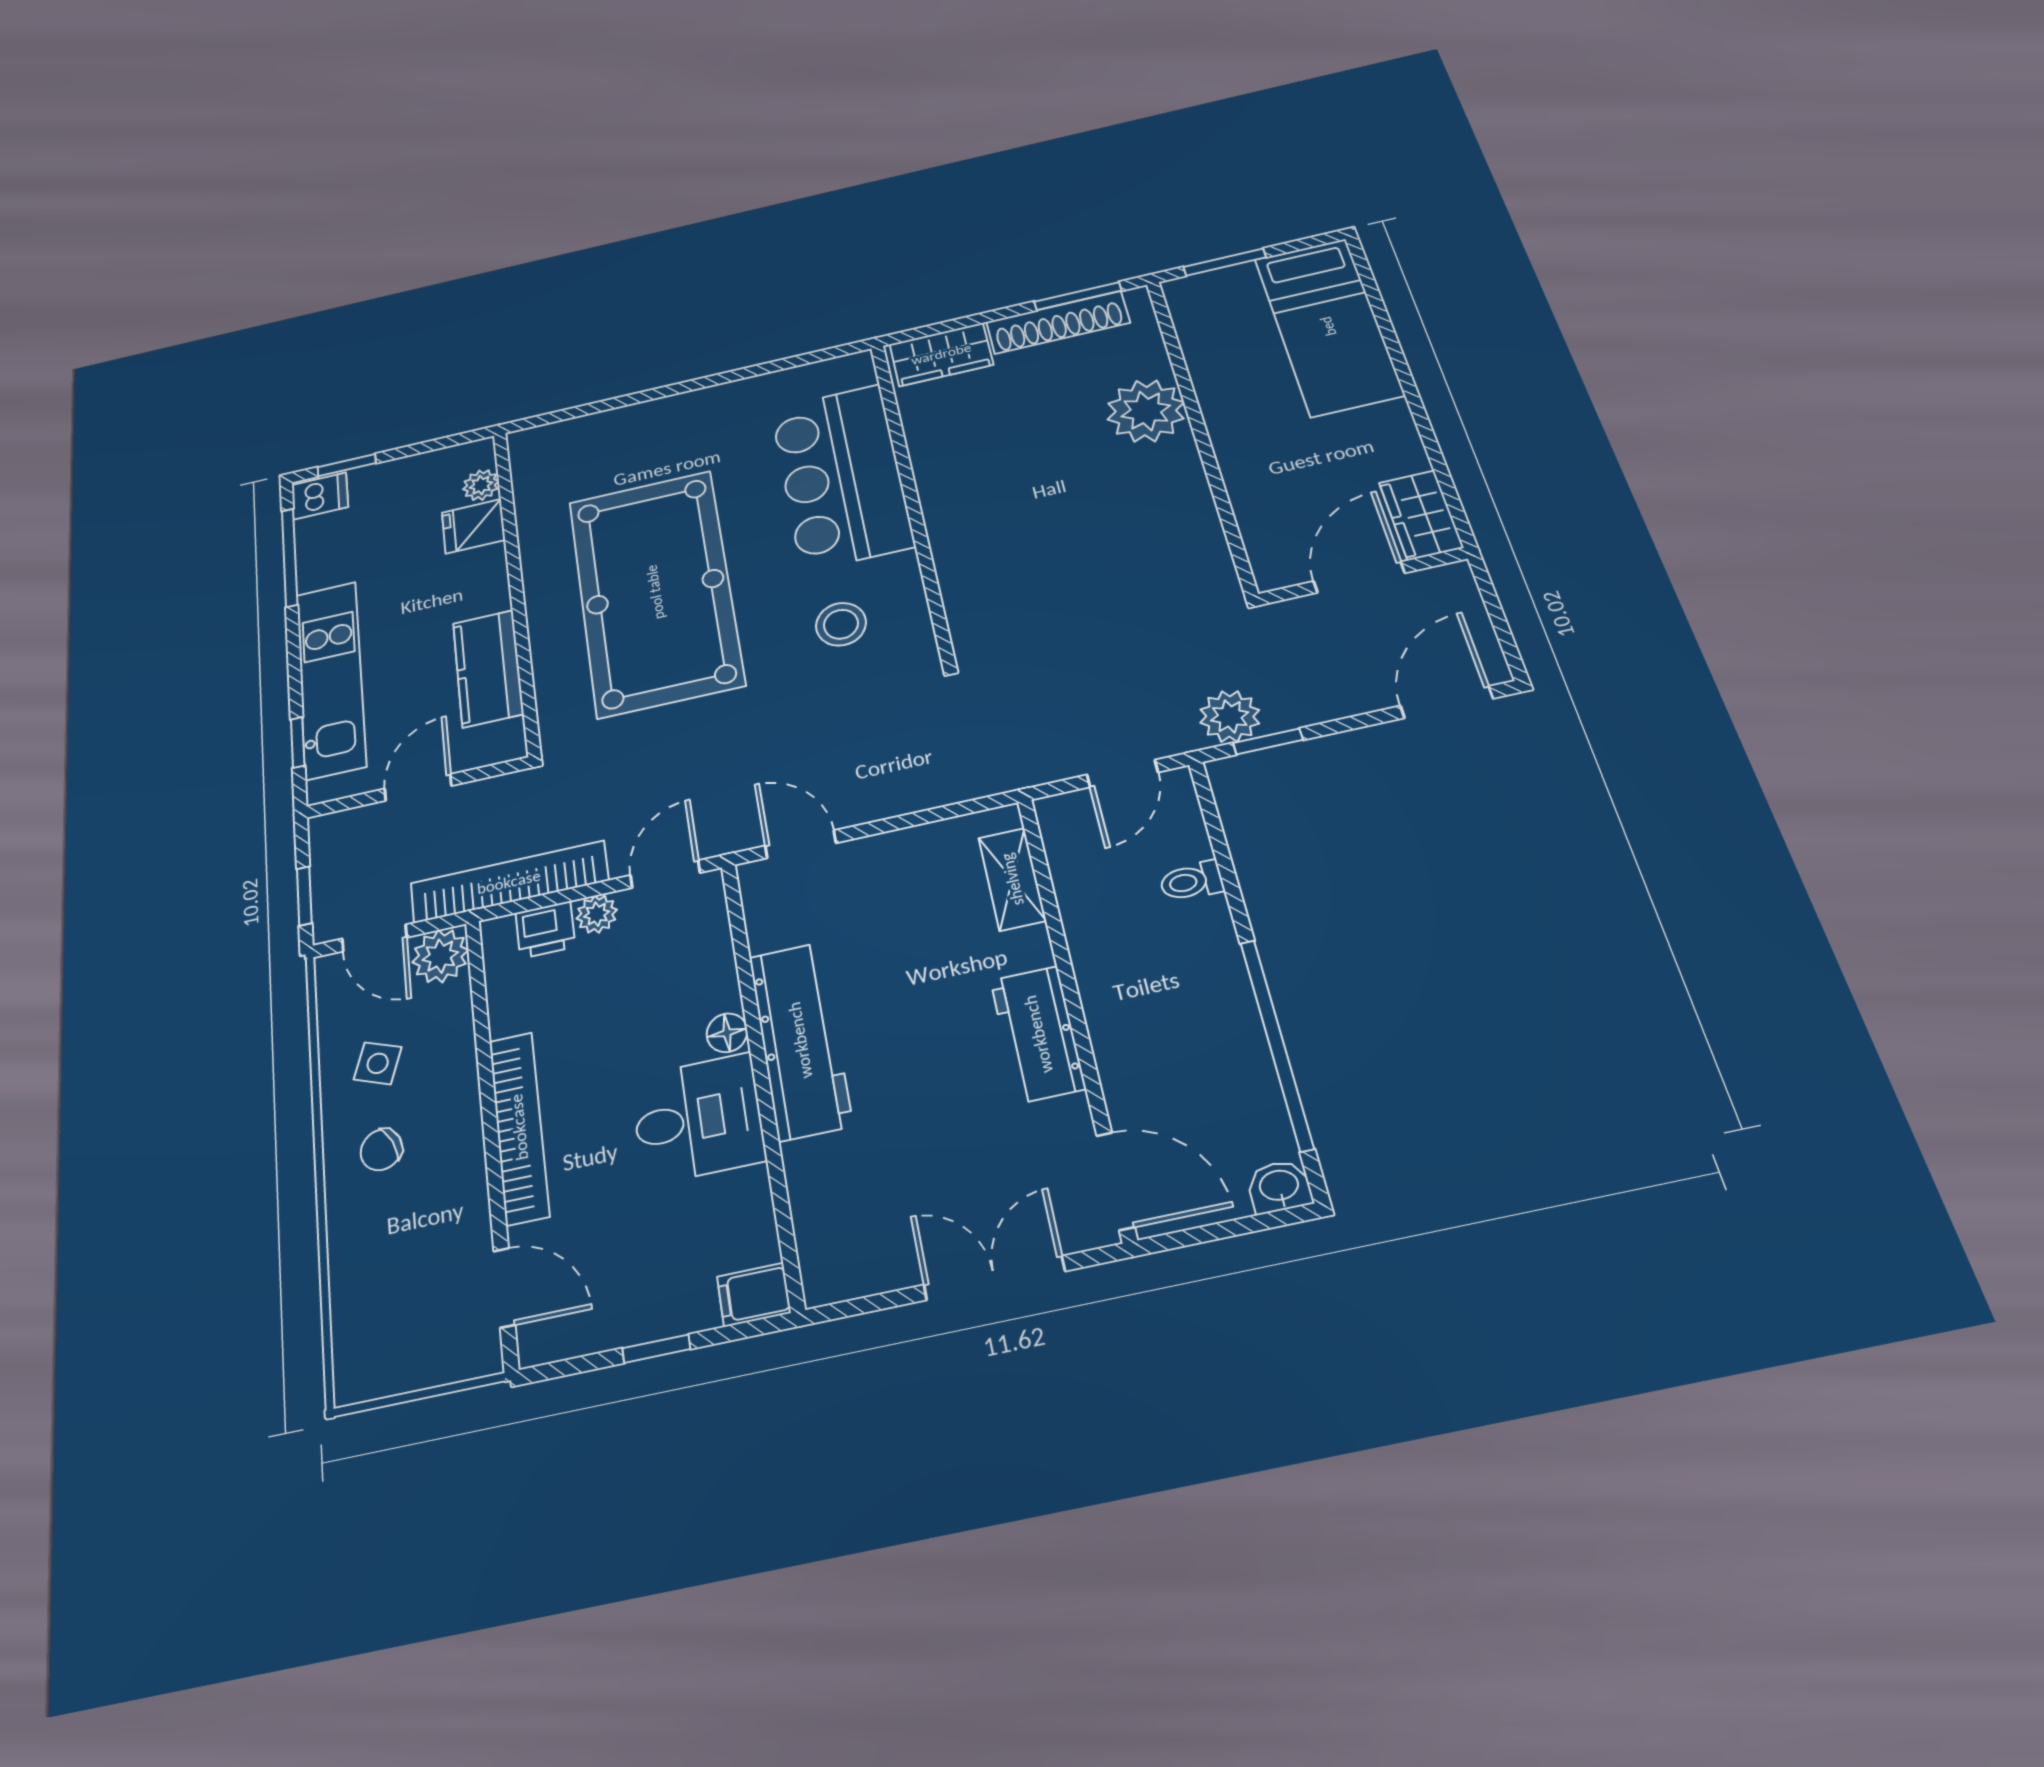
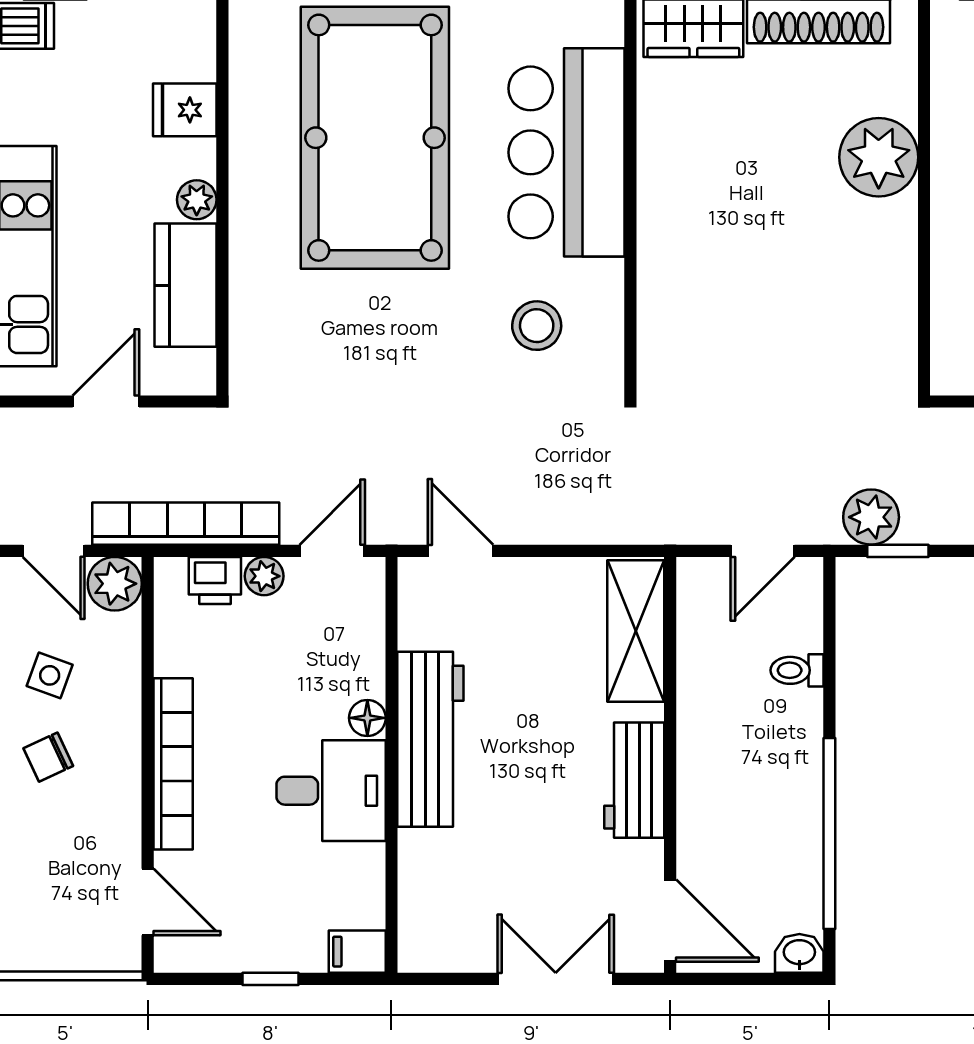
plant: (481, 485) -> (197, 200), moved
pool table: (655, 592) -> (375, 138), moved
shelving: (1012, 879) -> (636, 631), width x1.50, depth x1.33

